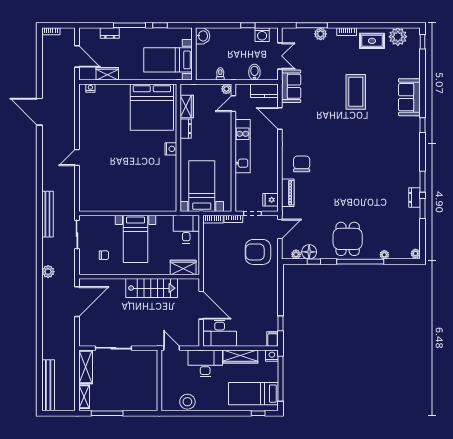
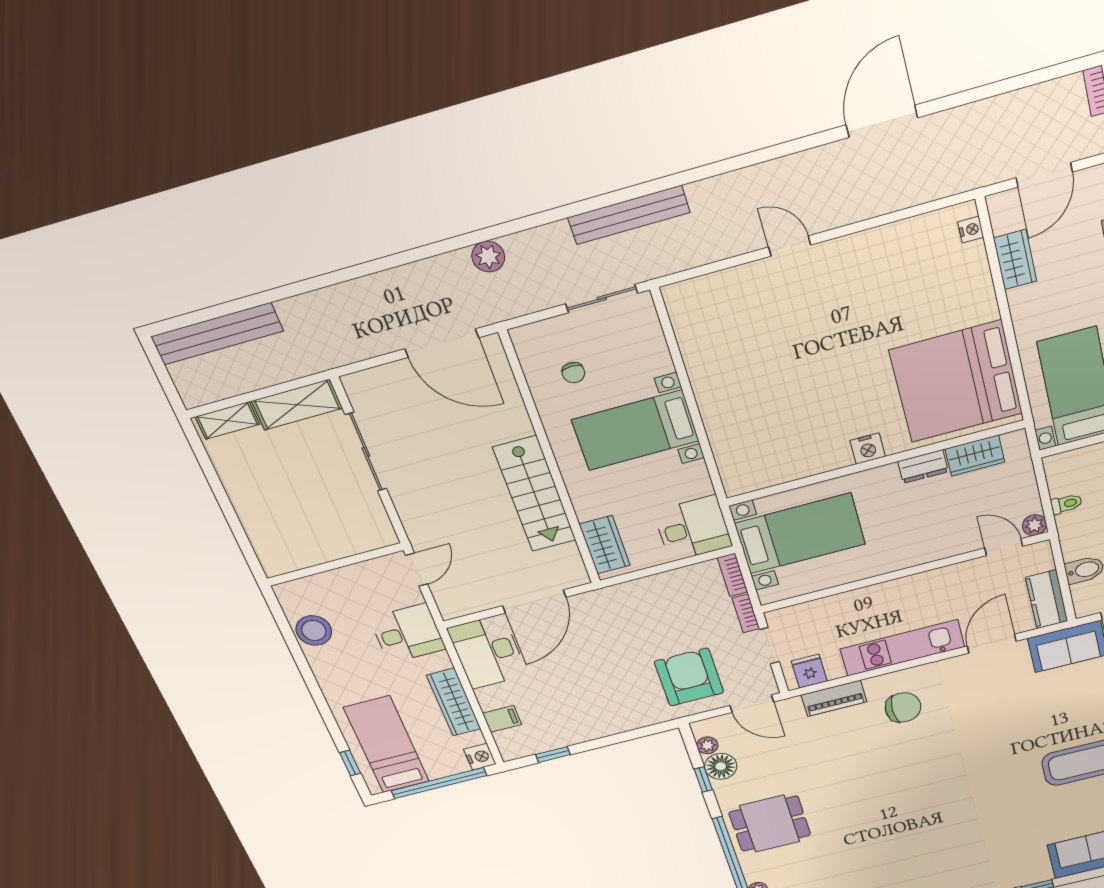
kitchen unit: (243, 146) -> (902, 648), moved, turned 180
filing cabinet: (273, 339) -> (502, 719), moved
desk: (205, 363) -> (408, 633), width x0.73
window: (107, 413) -> (213, 479), removed

